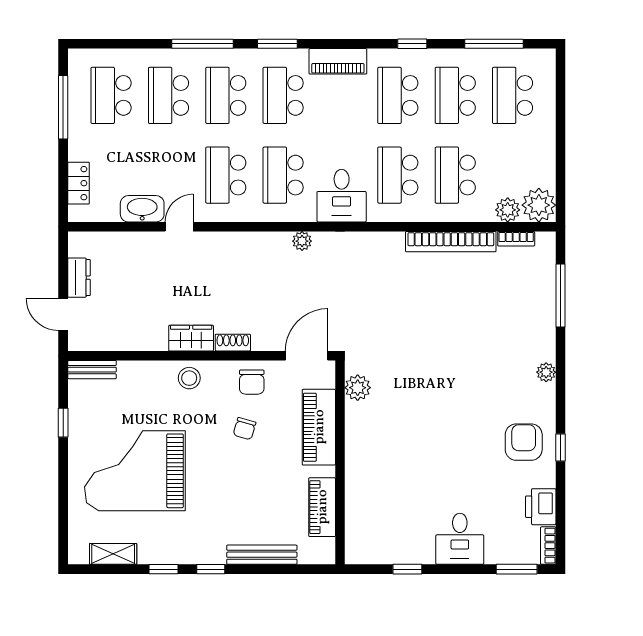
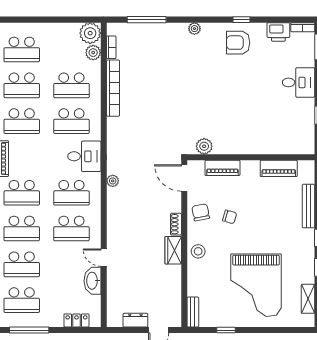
chair: (252, 382) -> (201, 212), turned -101
piano: (319, 427) -> (222, 168), width x0.73, depth x0.75

